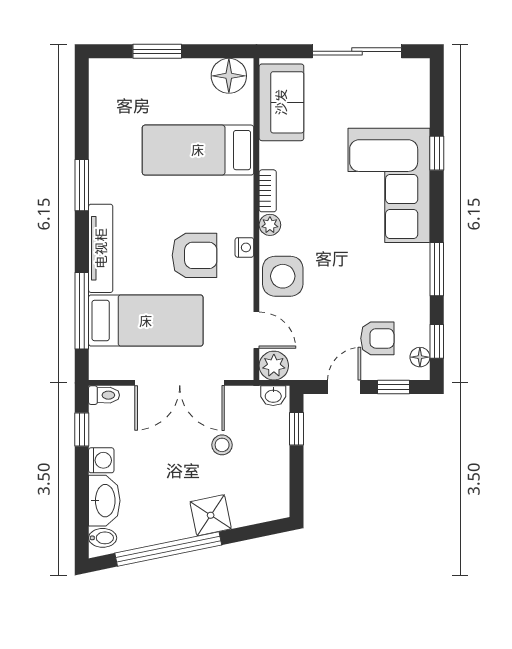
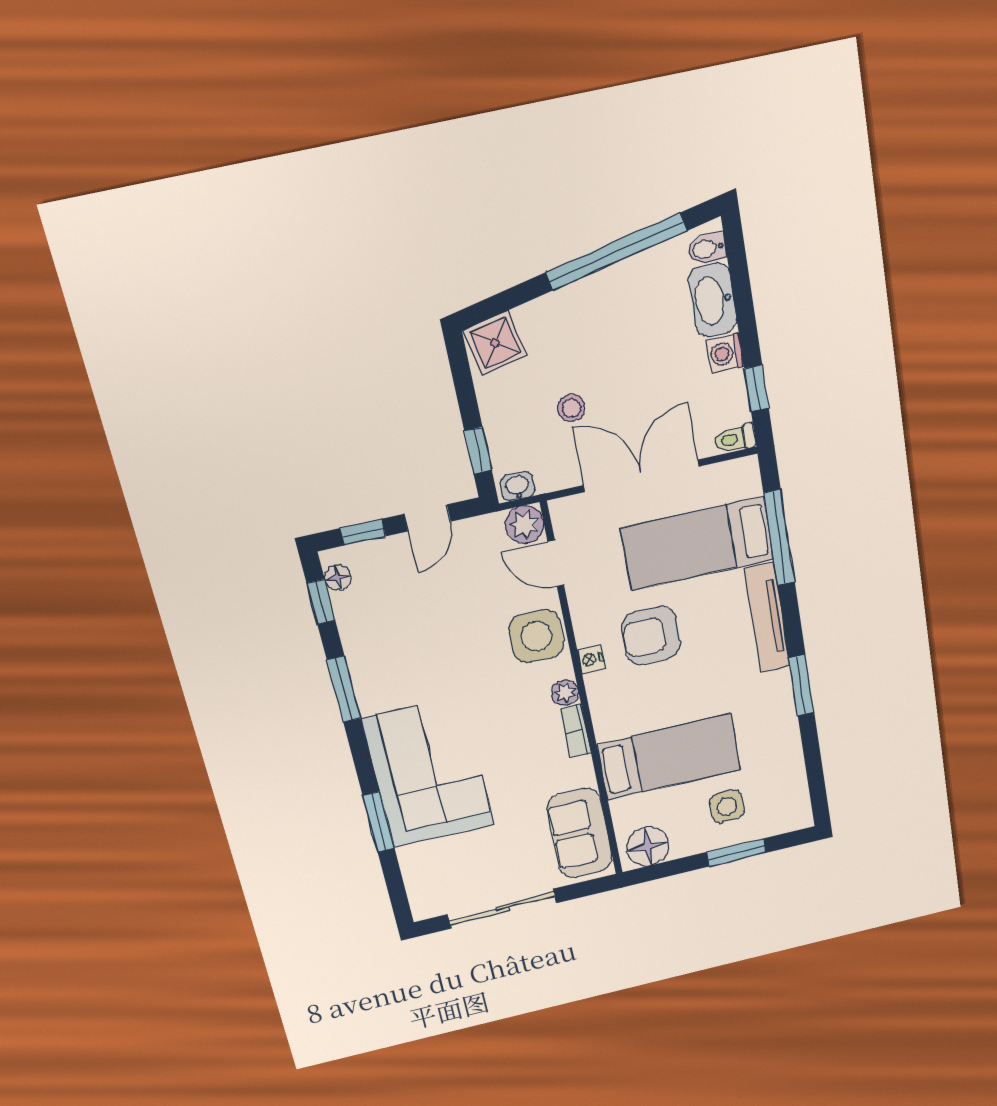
side table: (158, 95) -> (727, 806), added
window: (437, 153) -> (379, 822), width x1.50
armchair: (377, 338) -> (399, 588), removed
shower: (211, 515) -> (495, 343), moved

